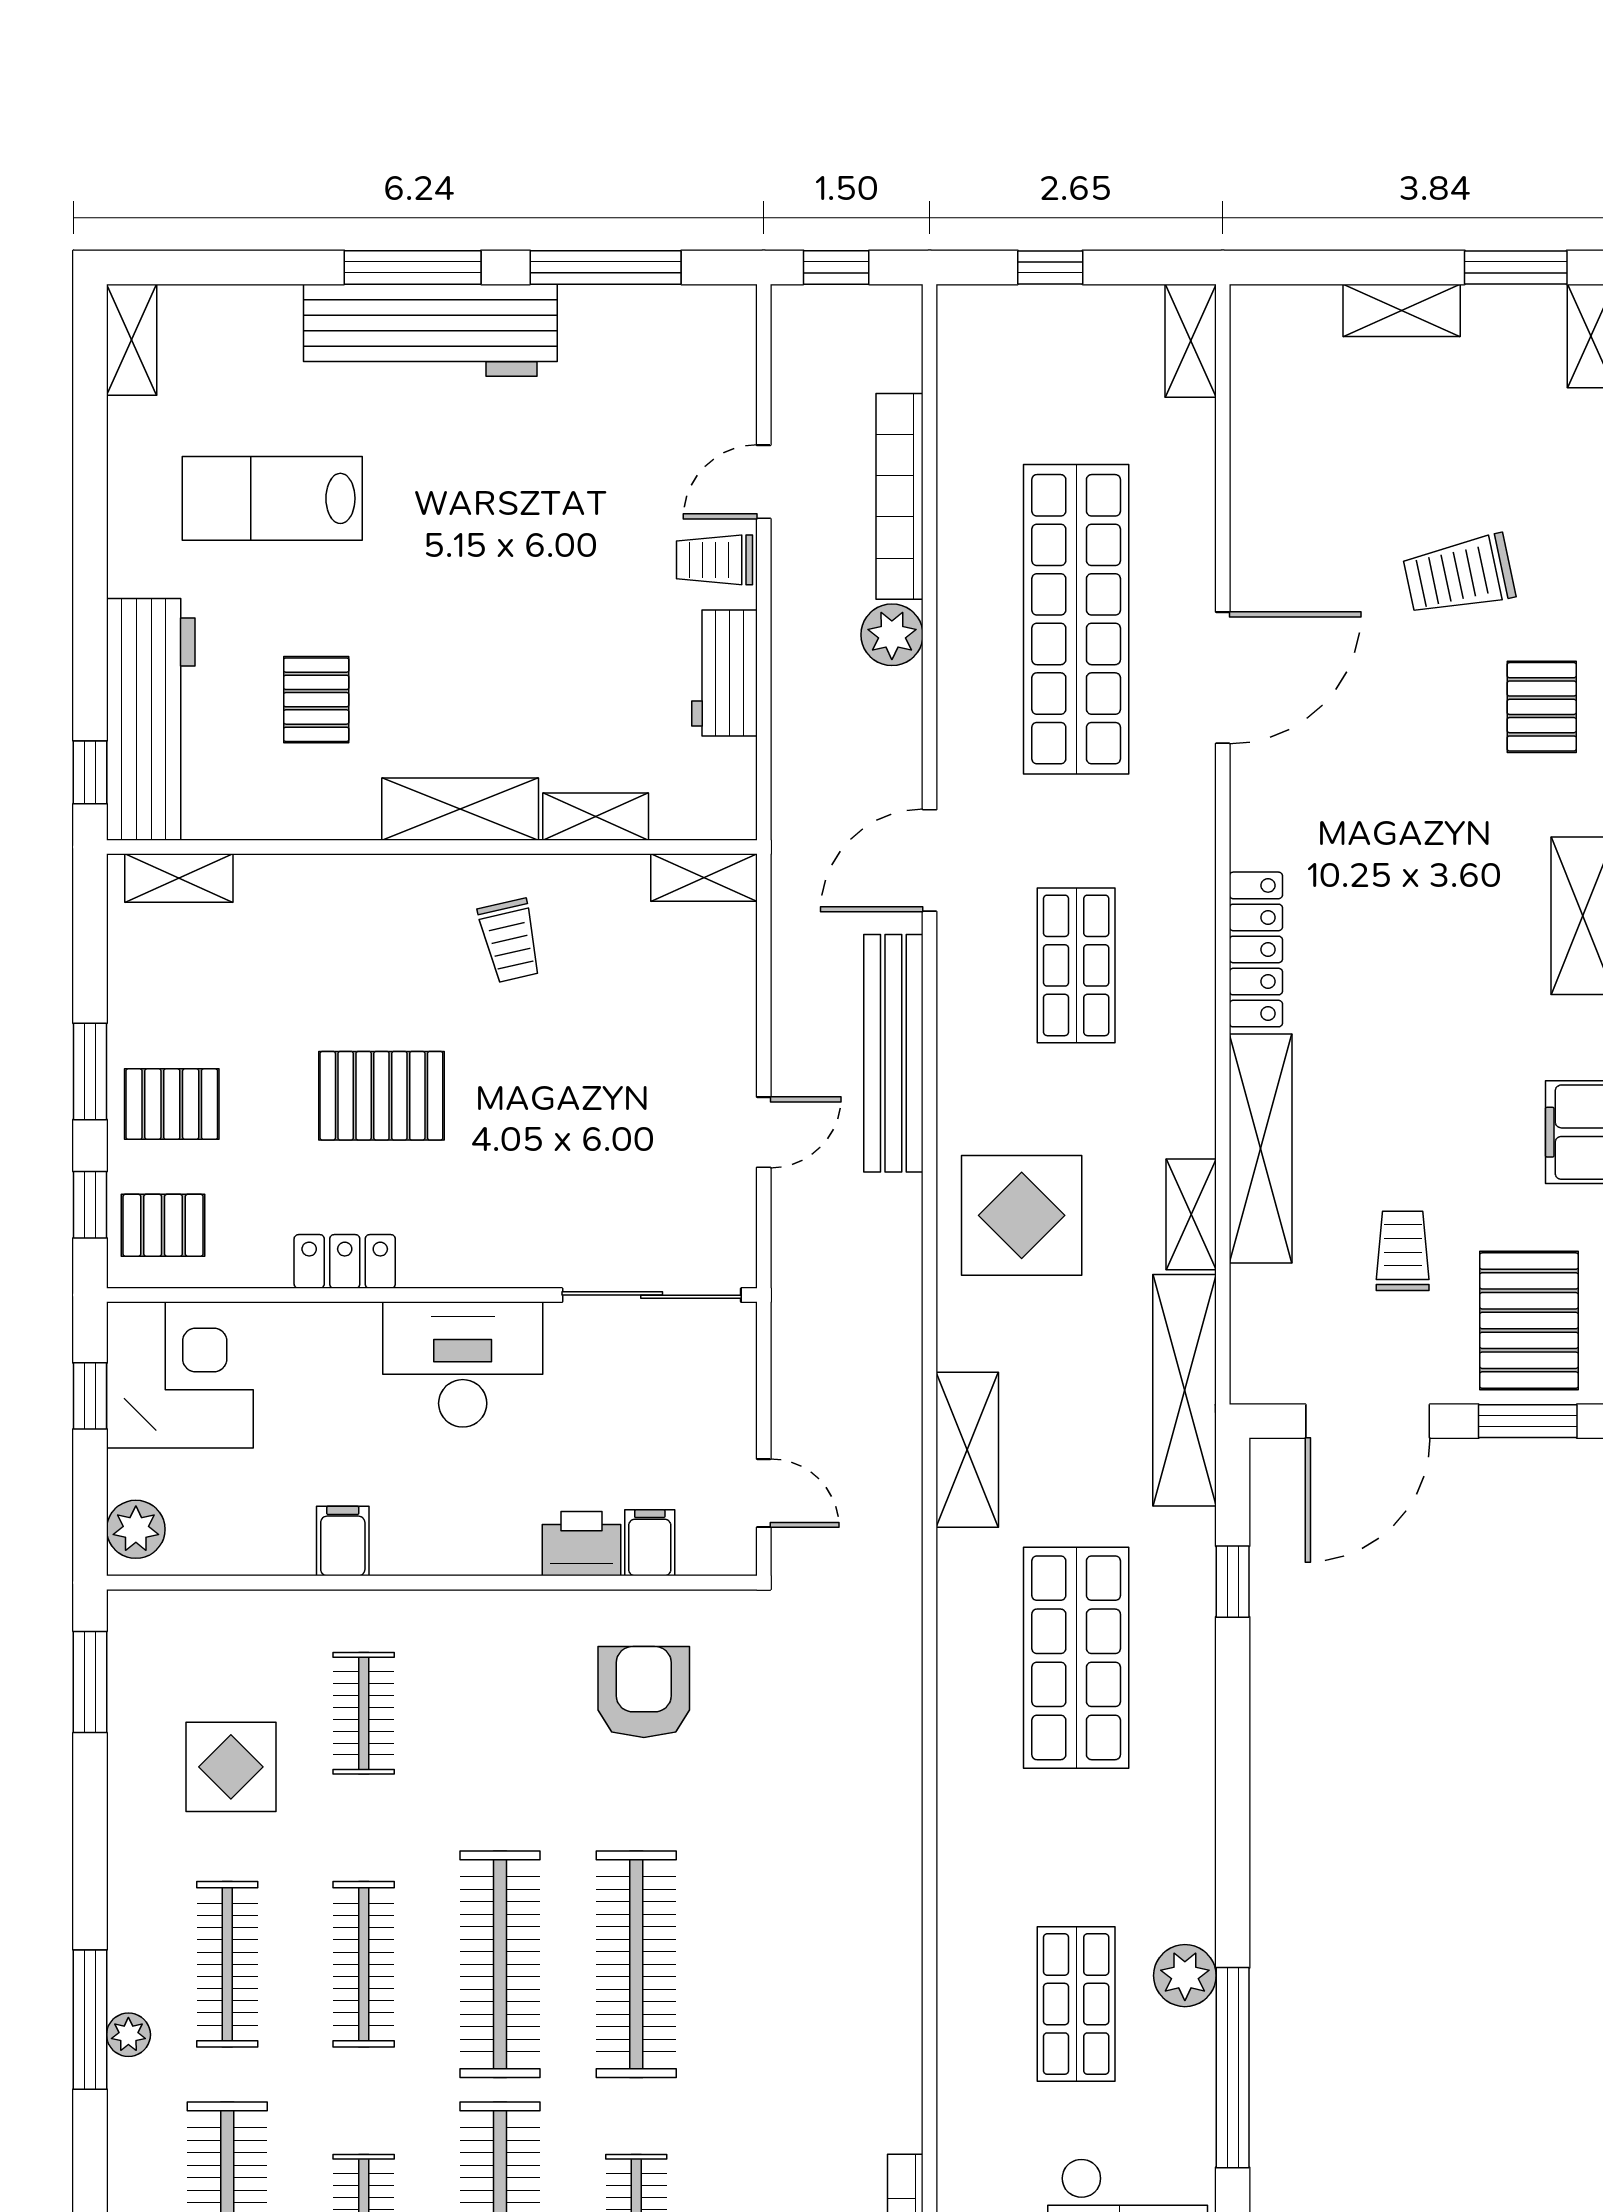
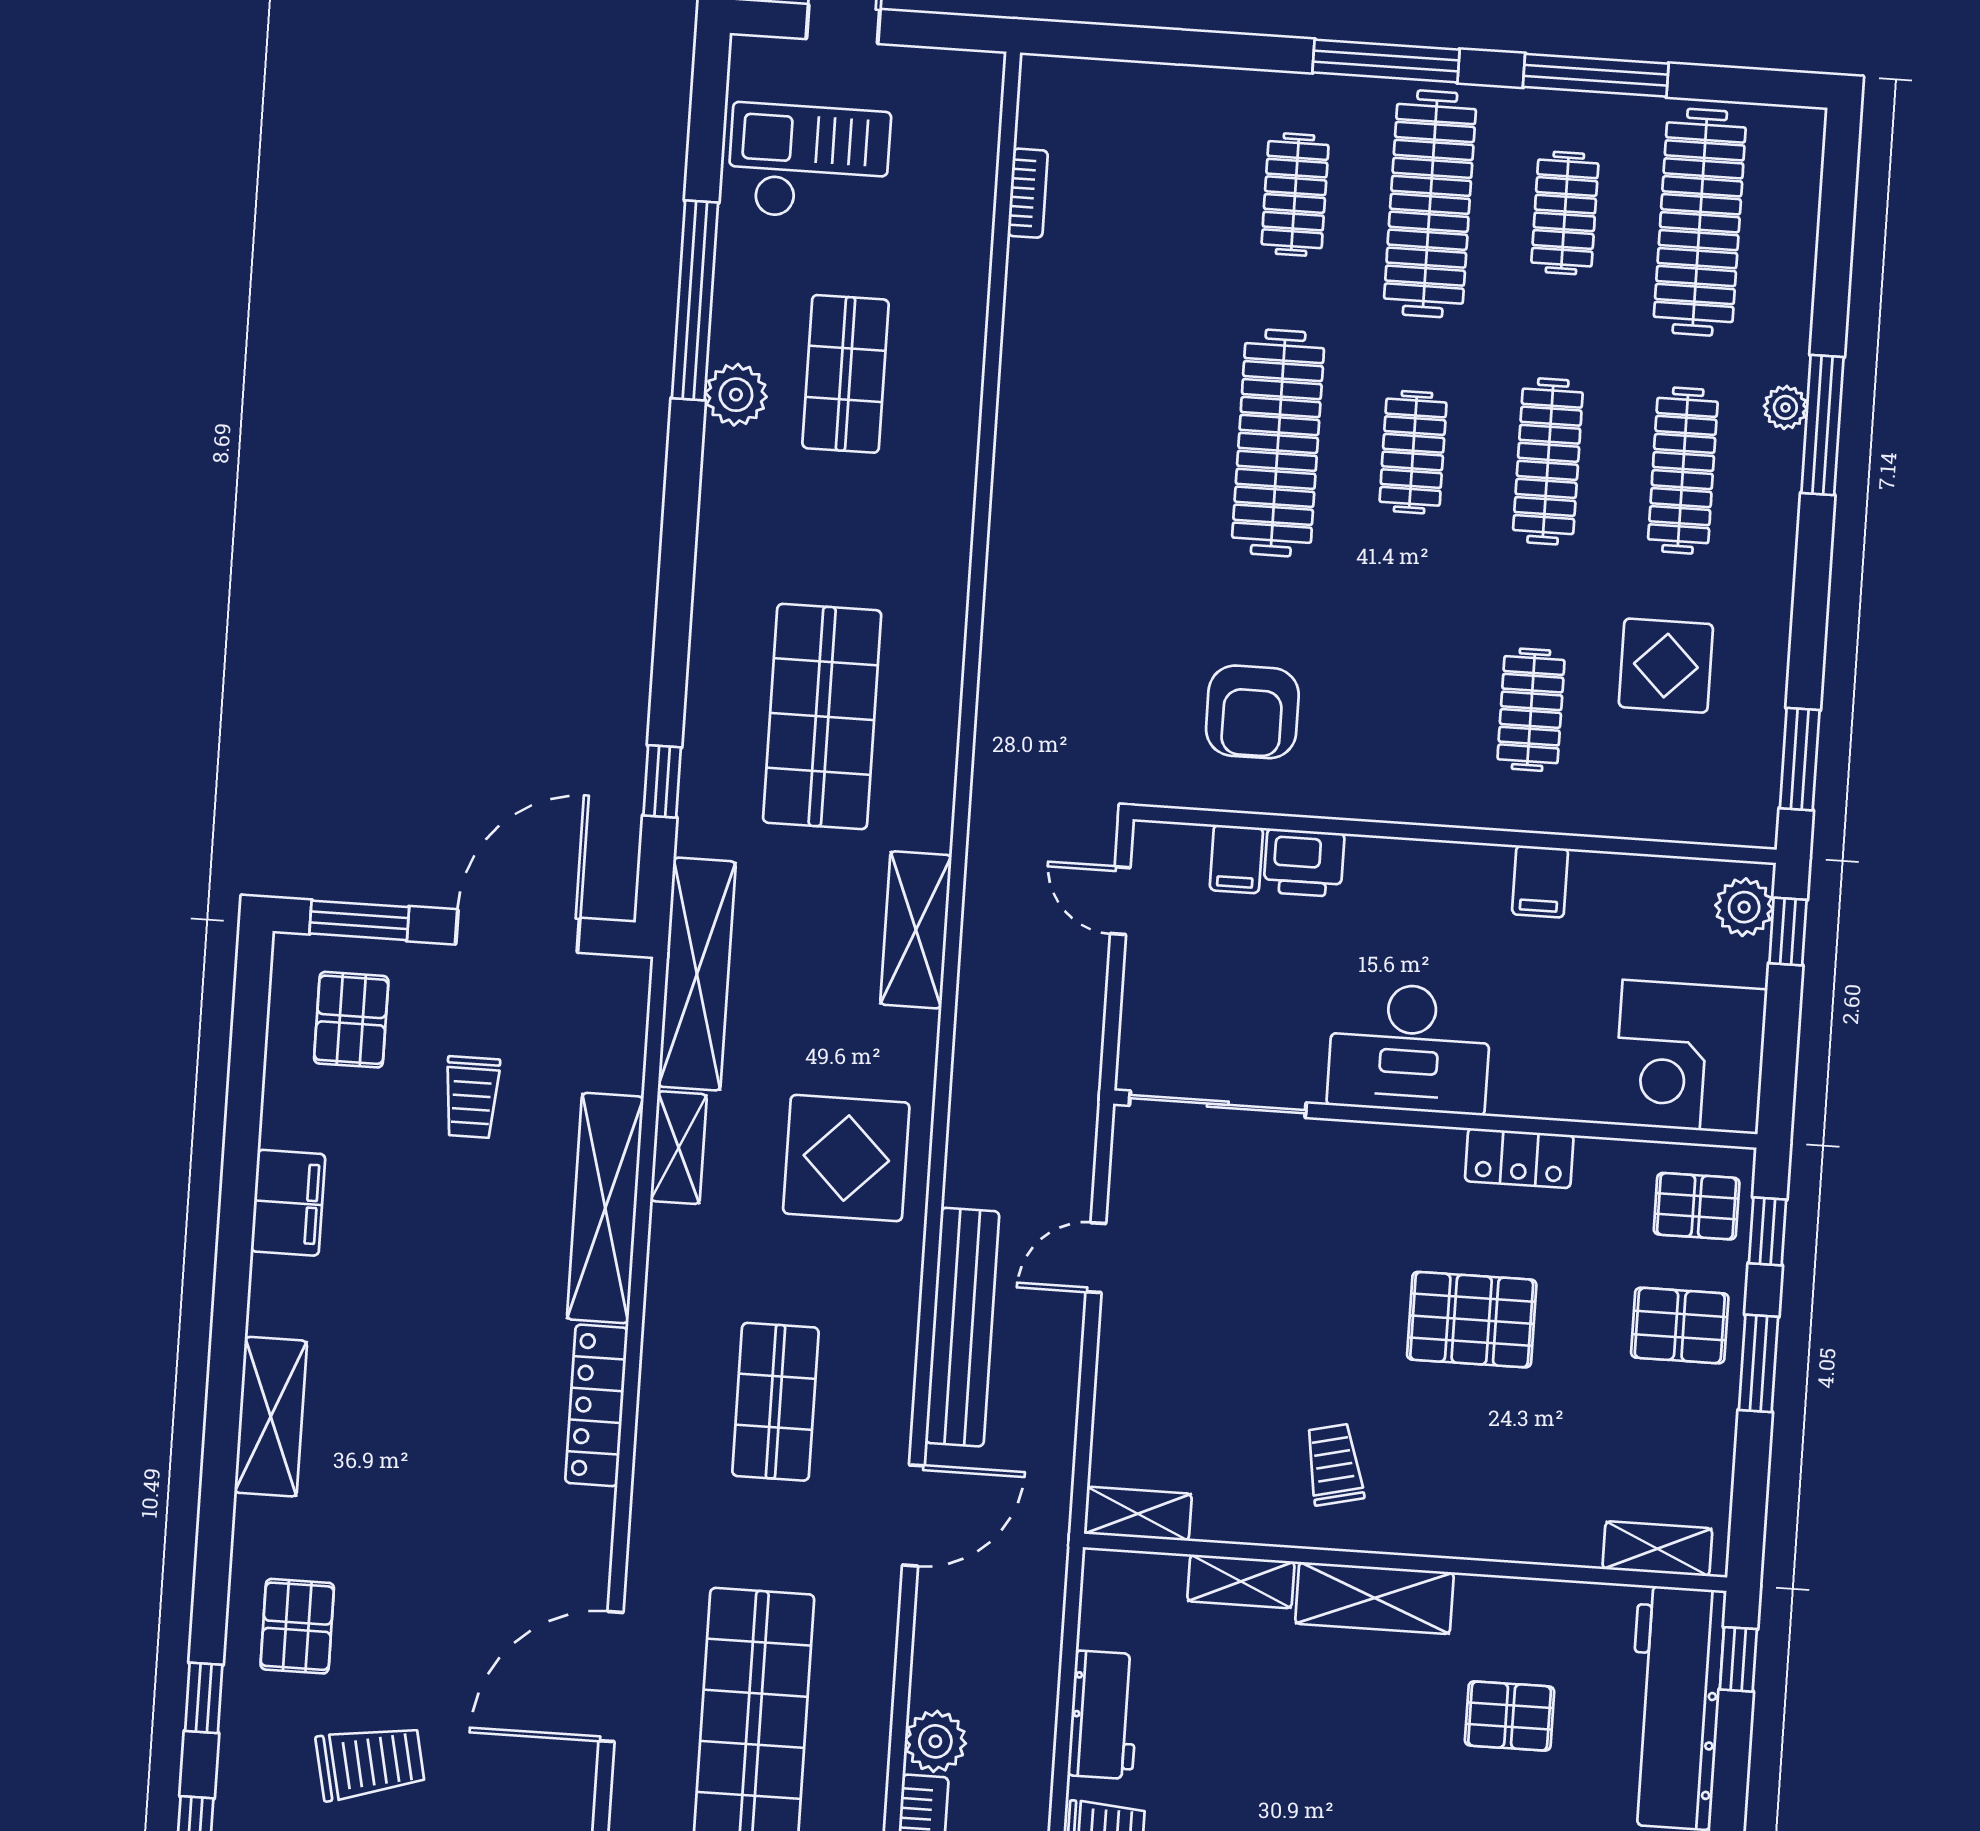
pallet: (316, 700) -> (1510, 1716), turned 90
pallet: (1529, 1321) -> (351, 1020), width x0.67, depth x0.71
window: (90, 1396) -> (1788, 932), moved
clothes rail: (500, 1964) -> (1413, 452), width x0.54, depth x0.76

